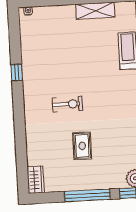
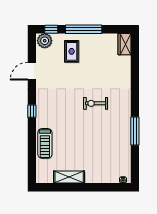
window: (17, 72) -> (135, 131), width x2.17
rug: (82, 146) -> (72, 51), moved

